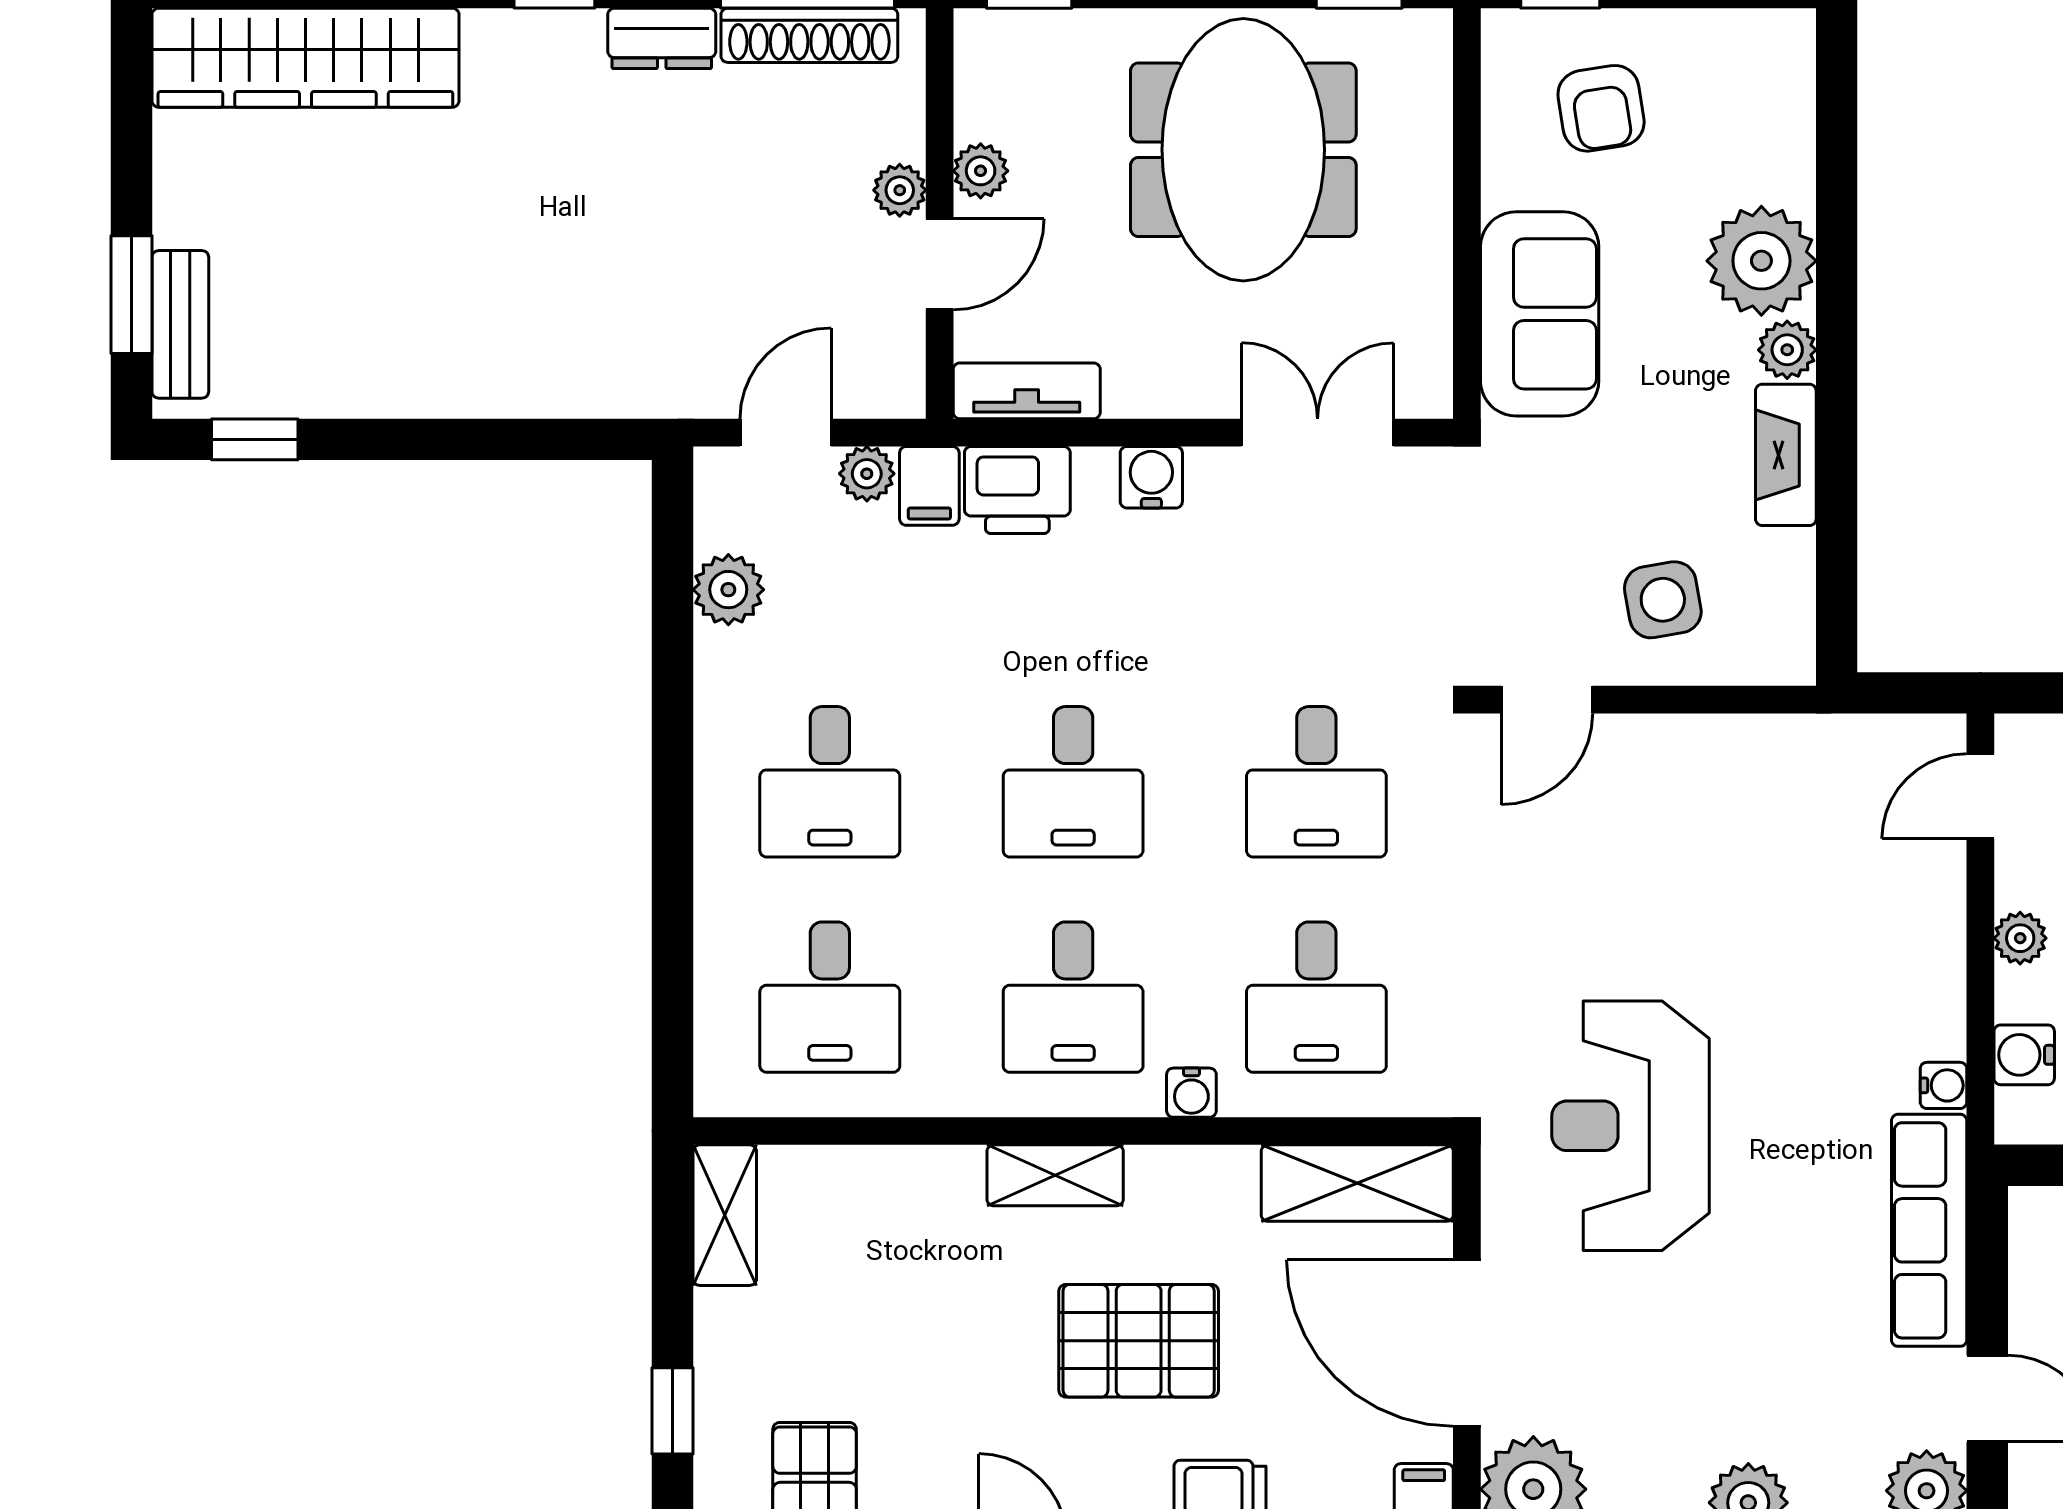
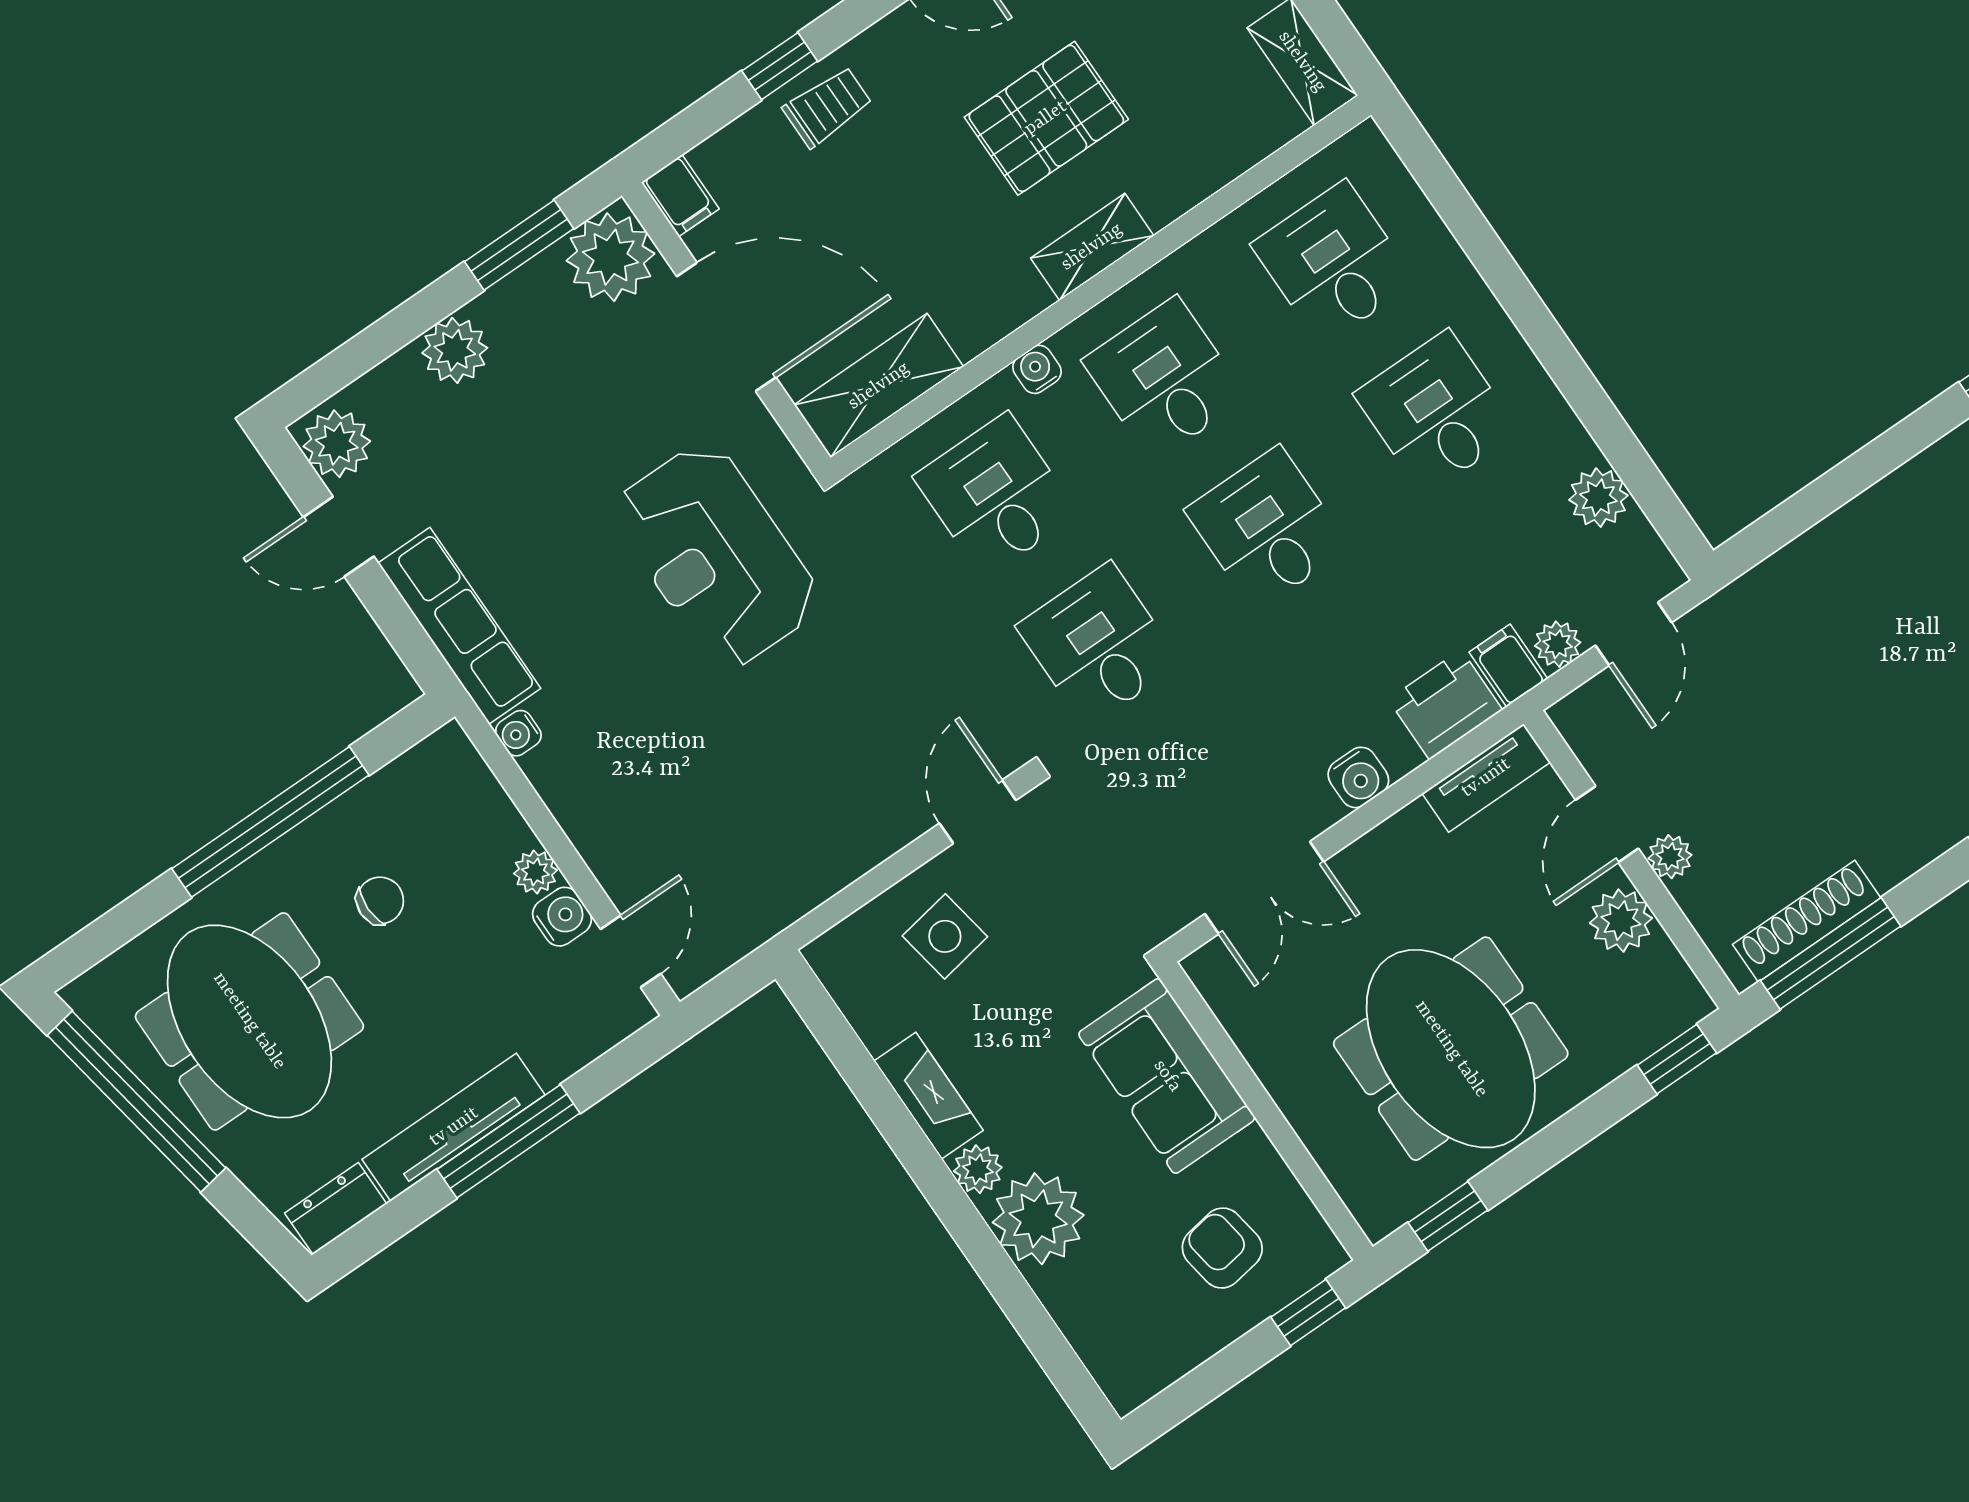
dresser: (662, 38) -> (1908, 848), removed
plant: (981, 171) -> (1621, 921), width x1.38, depth x1.38
water cooler: (2024, 1055) -> (562, 917), moved
reception desk: (1631, 1126) -> (716, 556), turned 180
pallet: (1139, 1341) -> (1046, 118), moved

